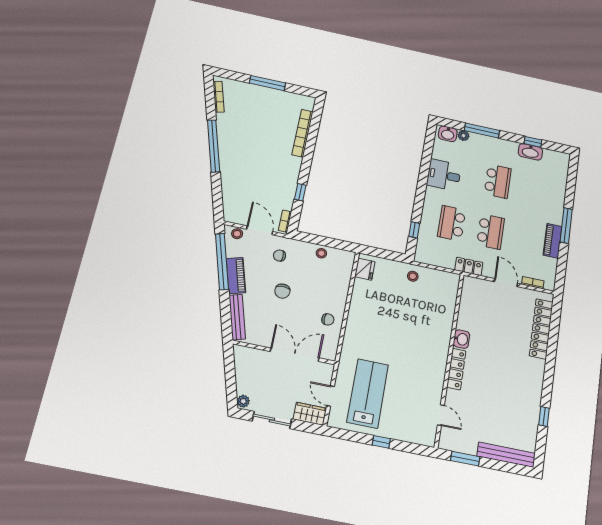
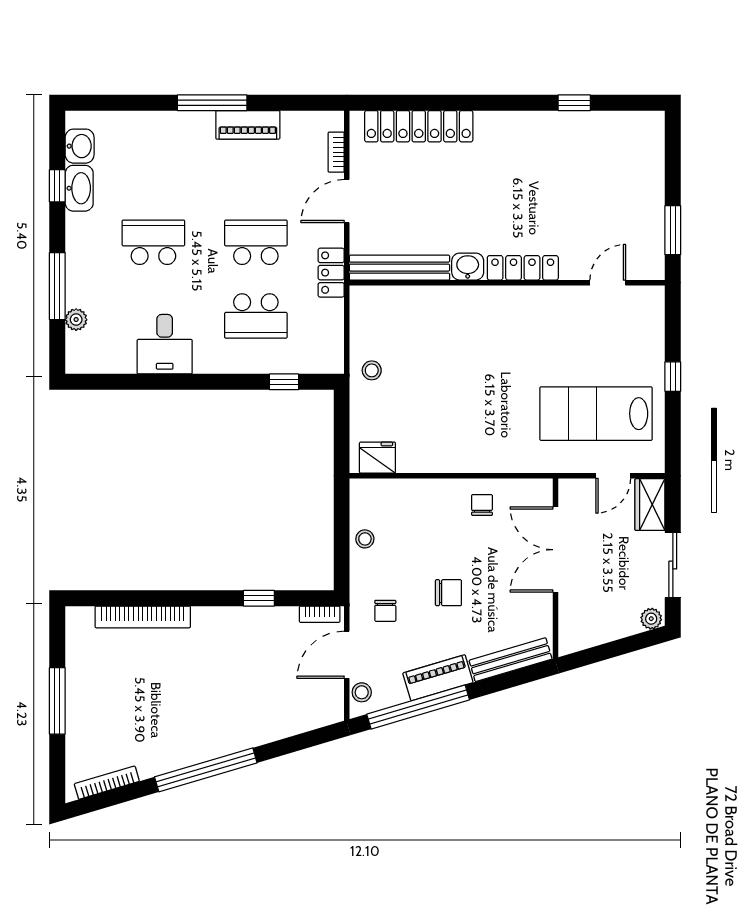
washbasin: (448, 134) -> (80, 146), moved
bench: (506, 455) -> (399, 268), moved, turned 90

